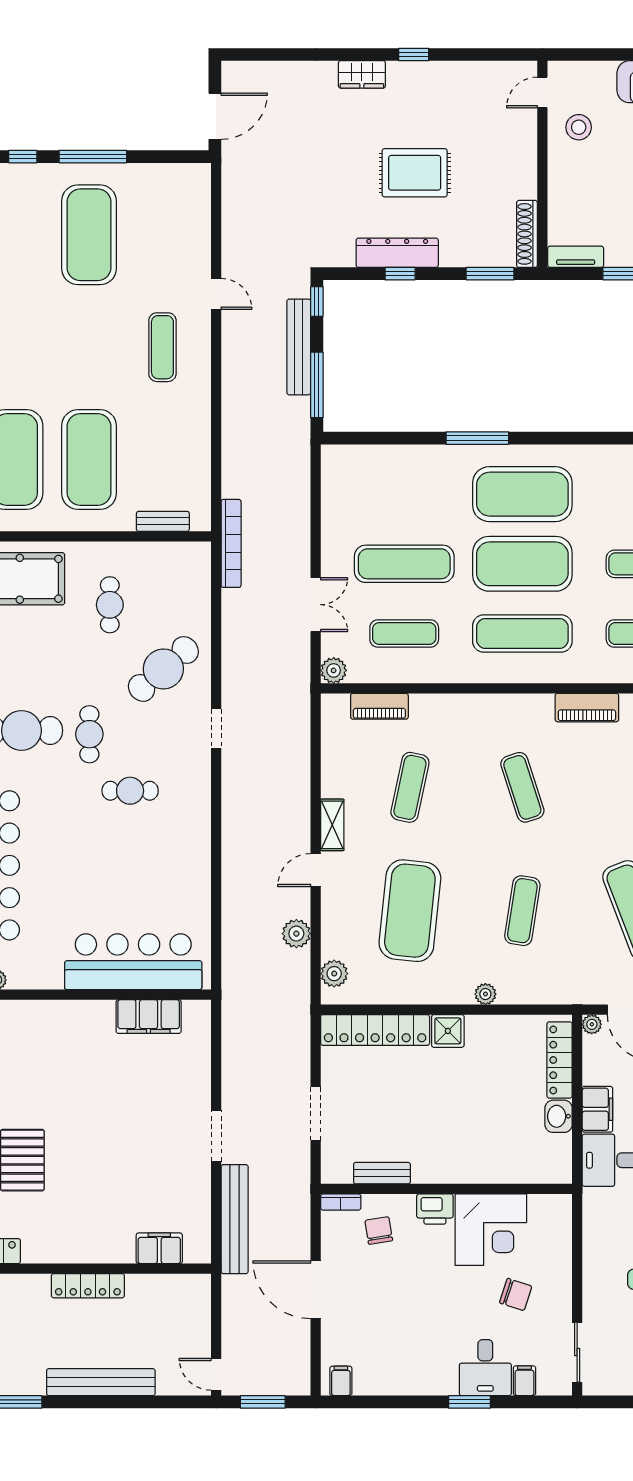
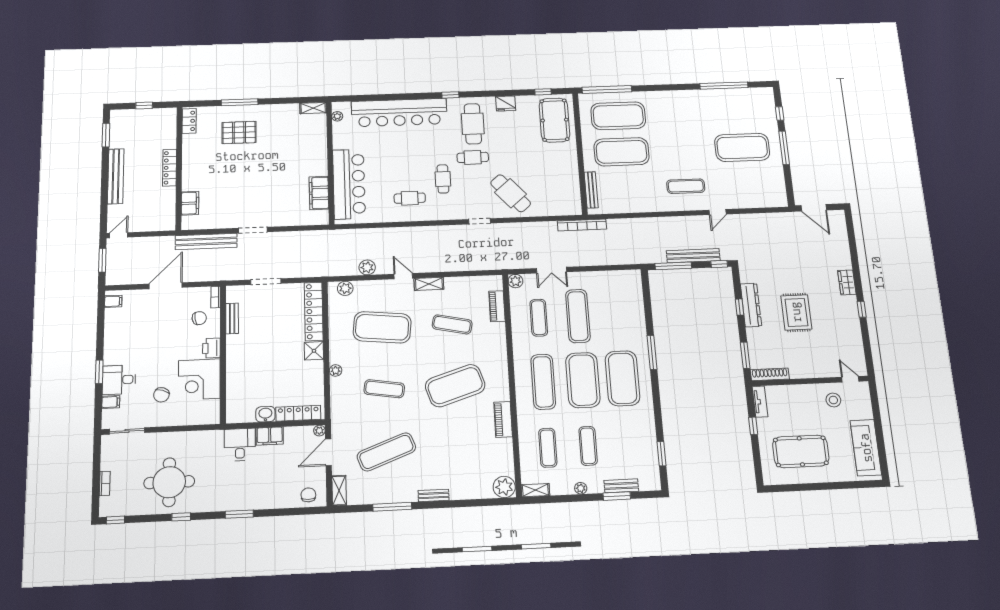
bench: (163, 521) -> (591, 190), width x1.36
cafe table: (110, 605) -> (410, 198), moved
exercise mat: (522, 787) -> (455, 386), width x2.00, depth x1.45

